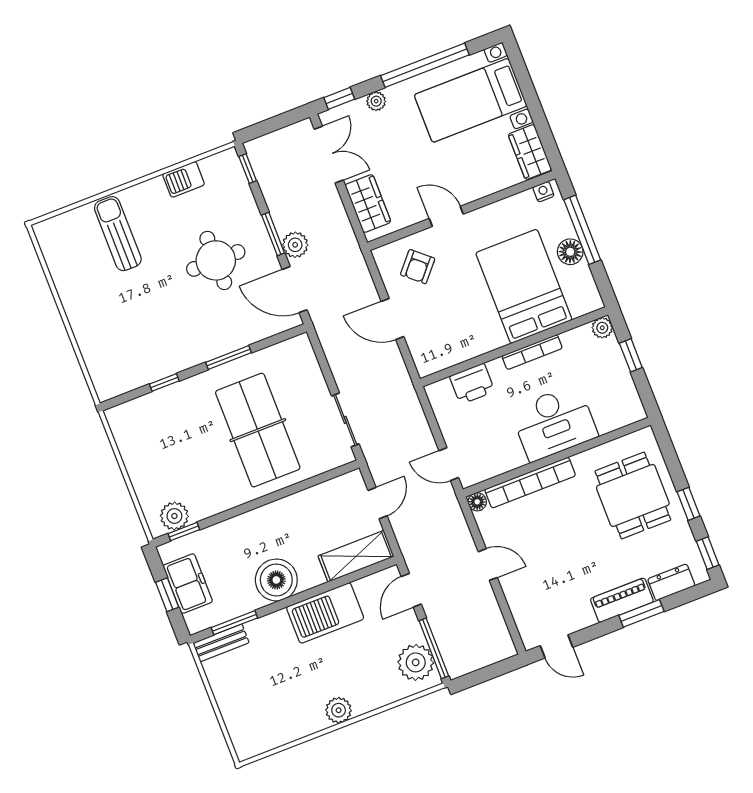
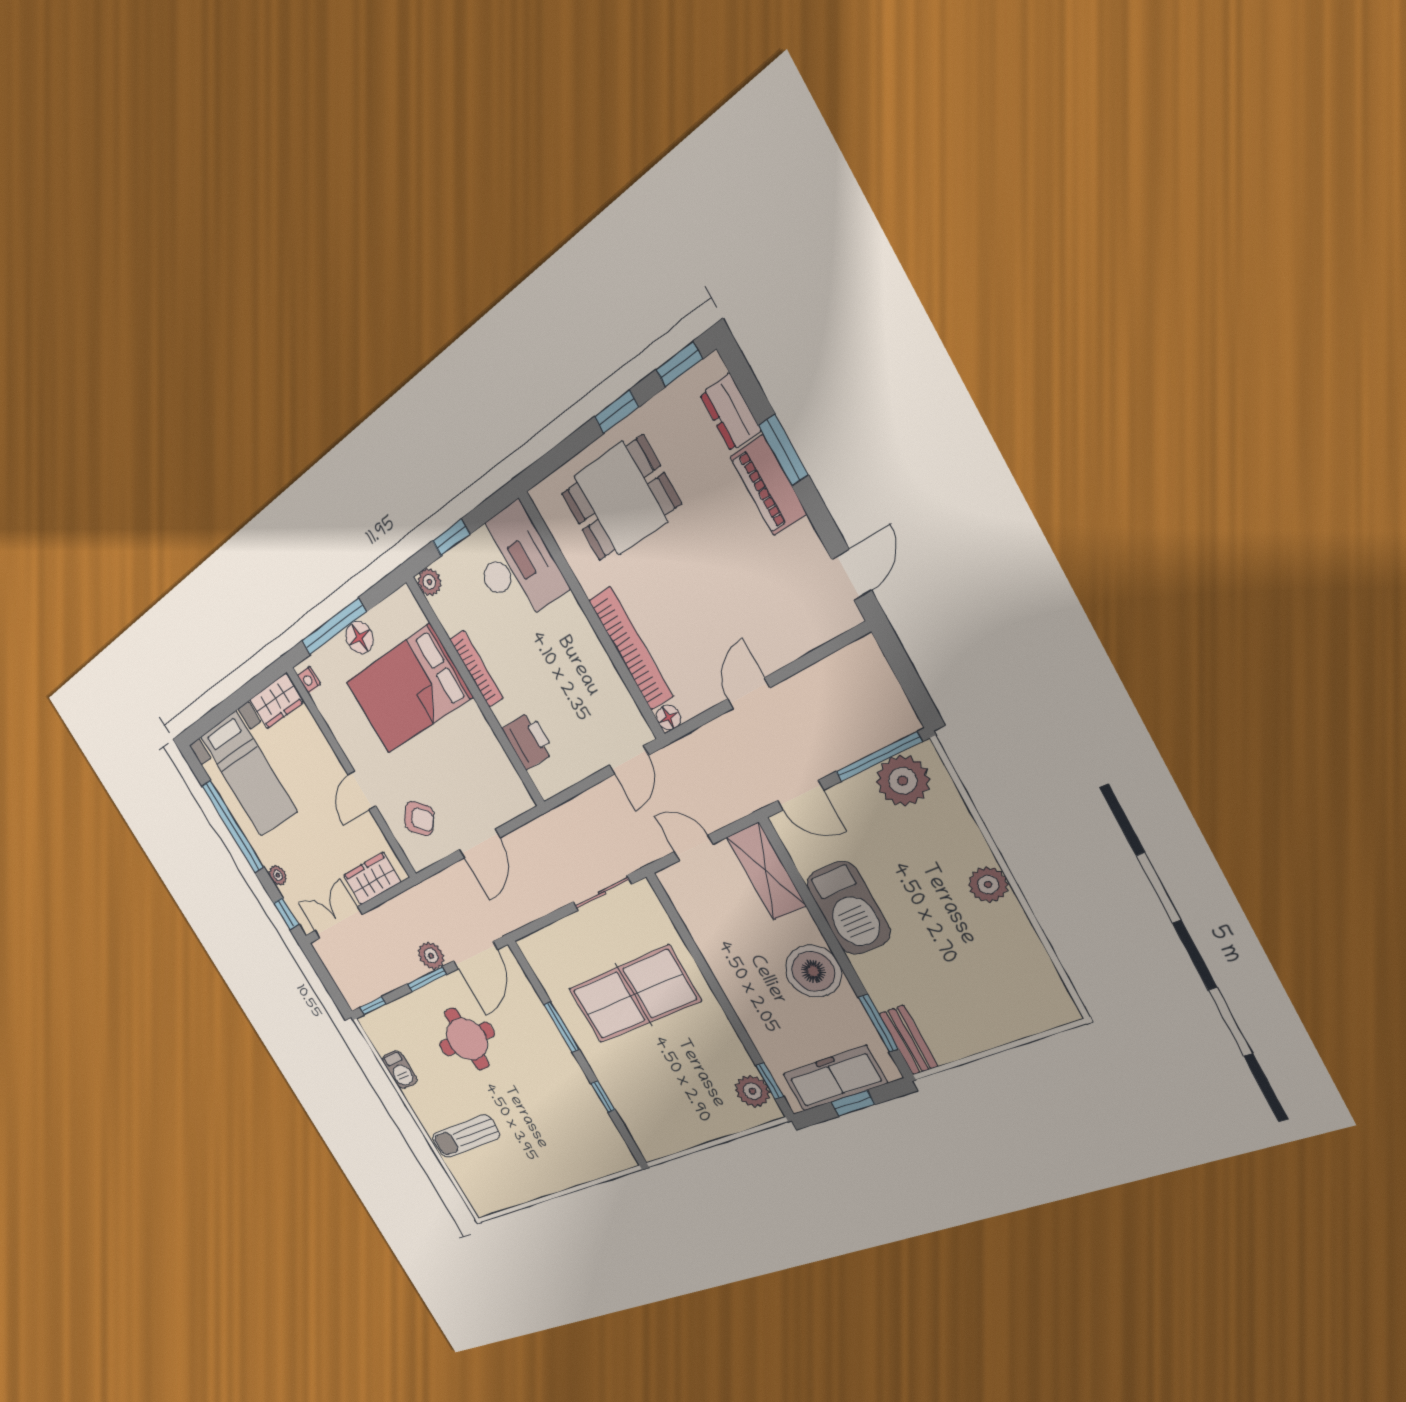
desk: (554, 423) -> (515, 565), moved
freezer: (188, 584) -> (835, 1079), width x1.40

